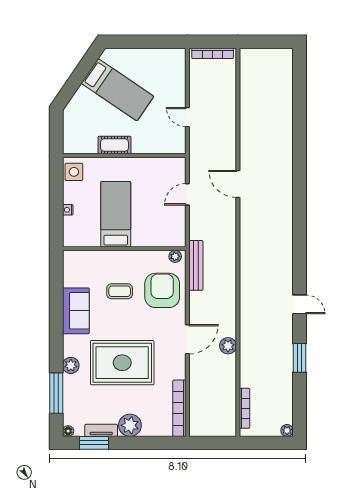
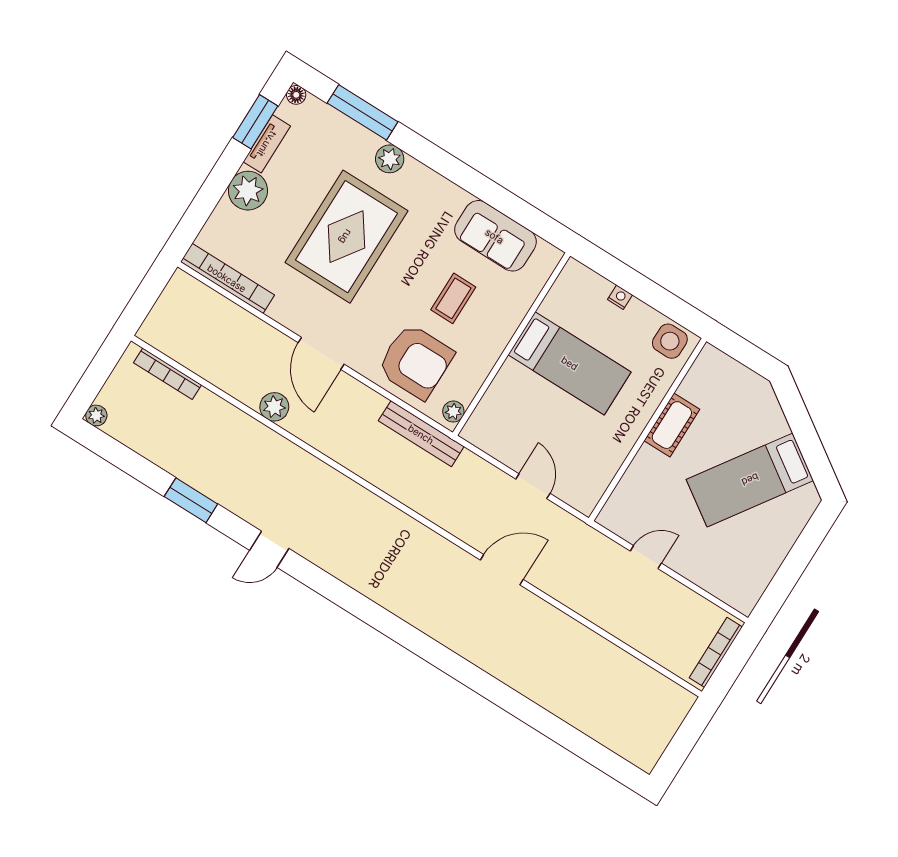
sofa: (76, 311) -> (495, 236), moved

